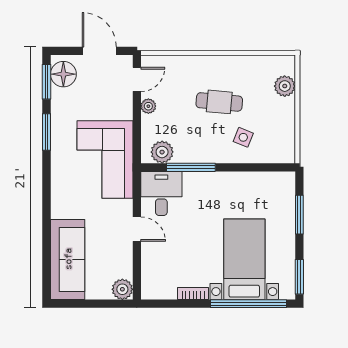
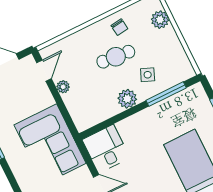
chair: (238, 73) -> (119, 27), added
plant: (162, 152) -> (127, 99), moved
window: (191, 167) -> (166, 94), moved

